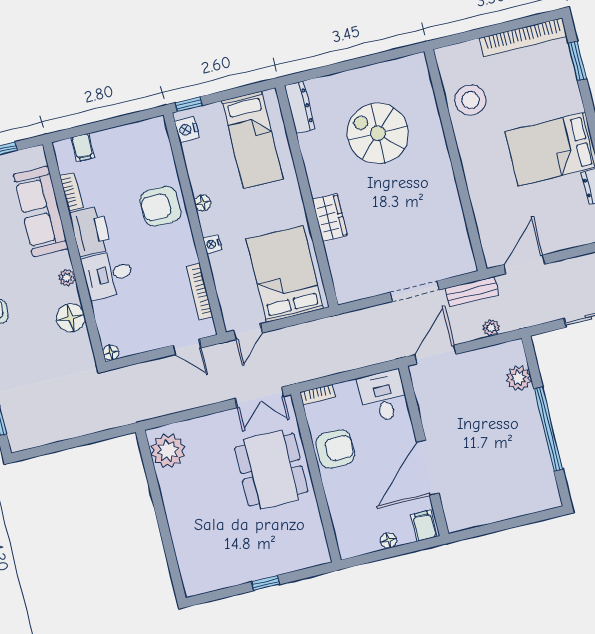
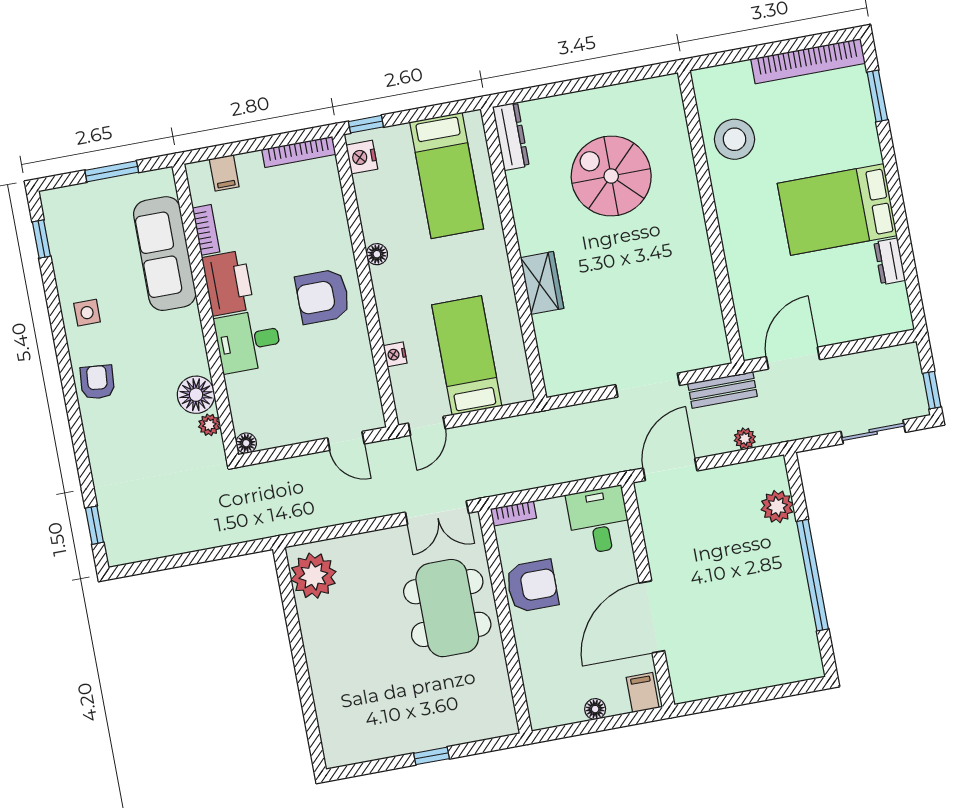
armchair: (160, 206) -> (323, 296), moved
nightstand: (212, 244) -> (395, 354), moved
bed: (285, 274) -> (467, 355), width x0.67
plant: (67, 278) -> (209, 425), moved
bookcase: (199, 291) -> (299, 152), moved, turned -90

